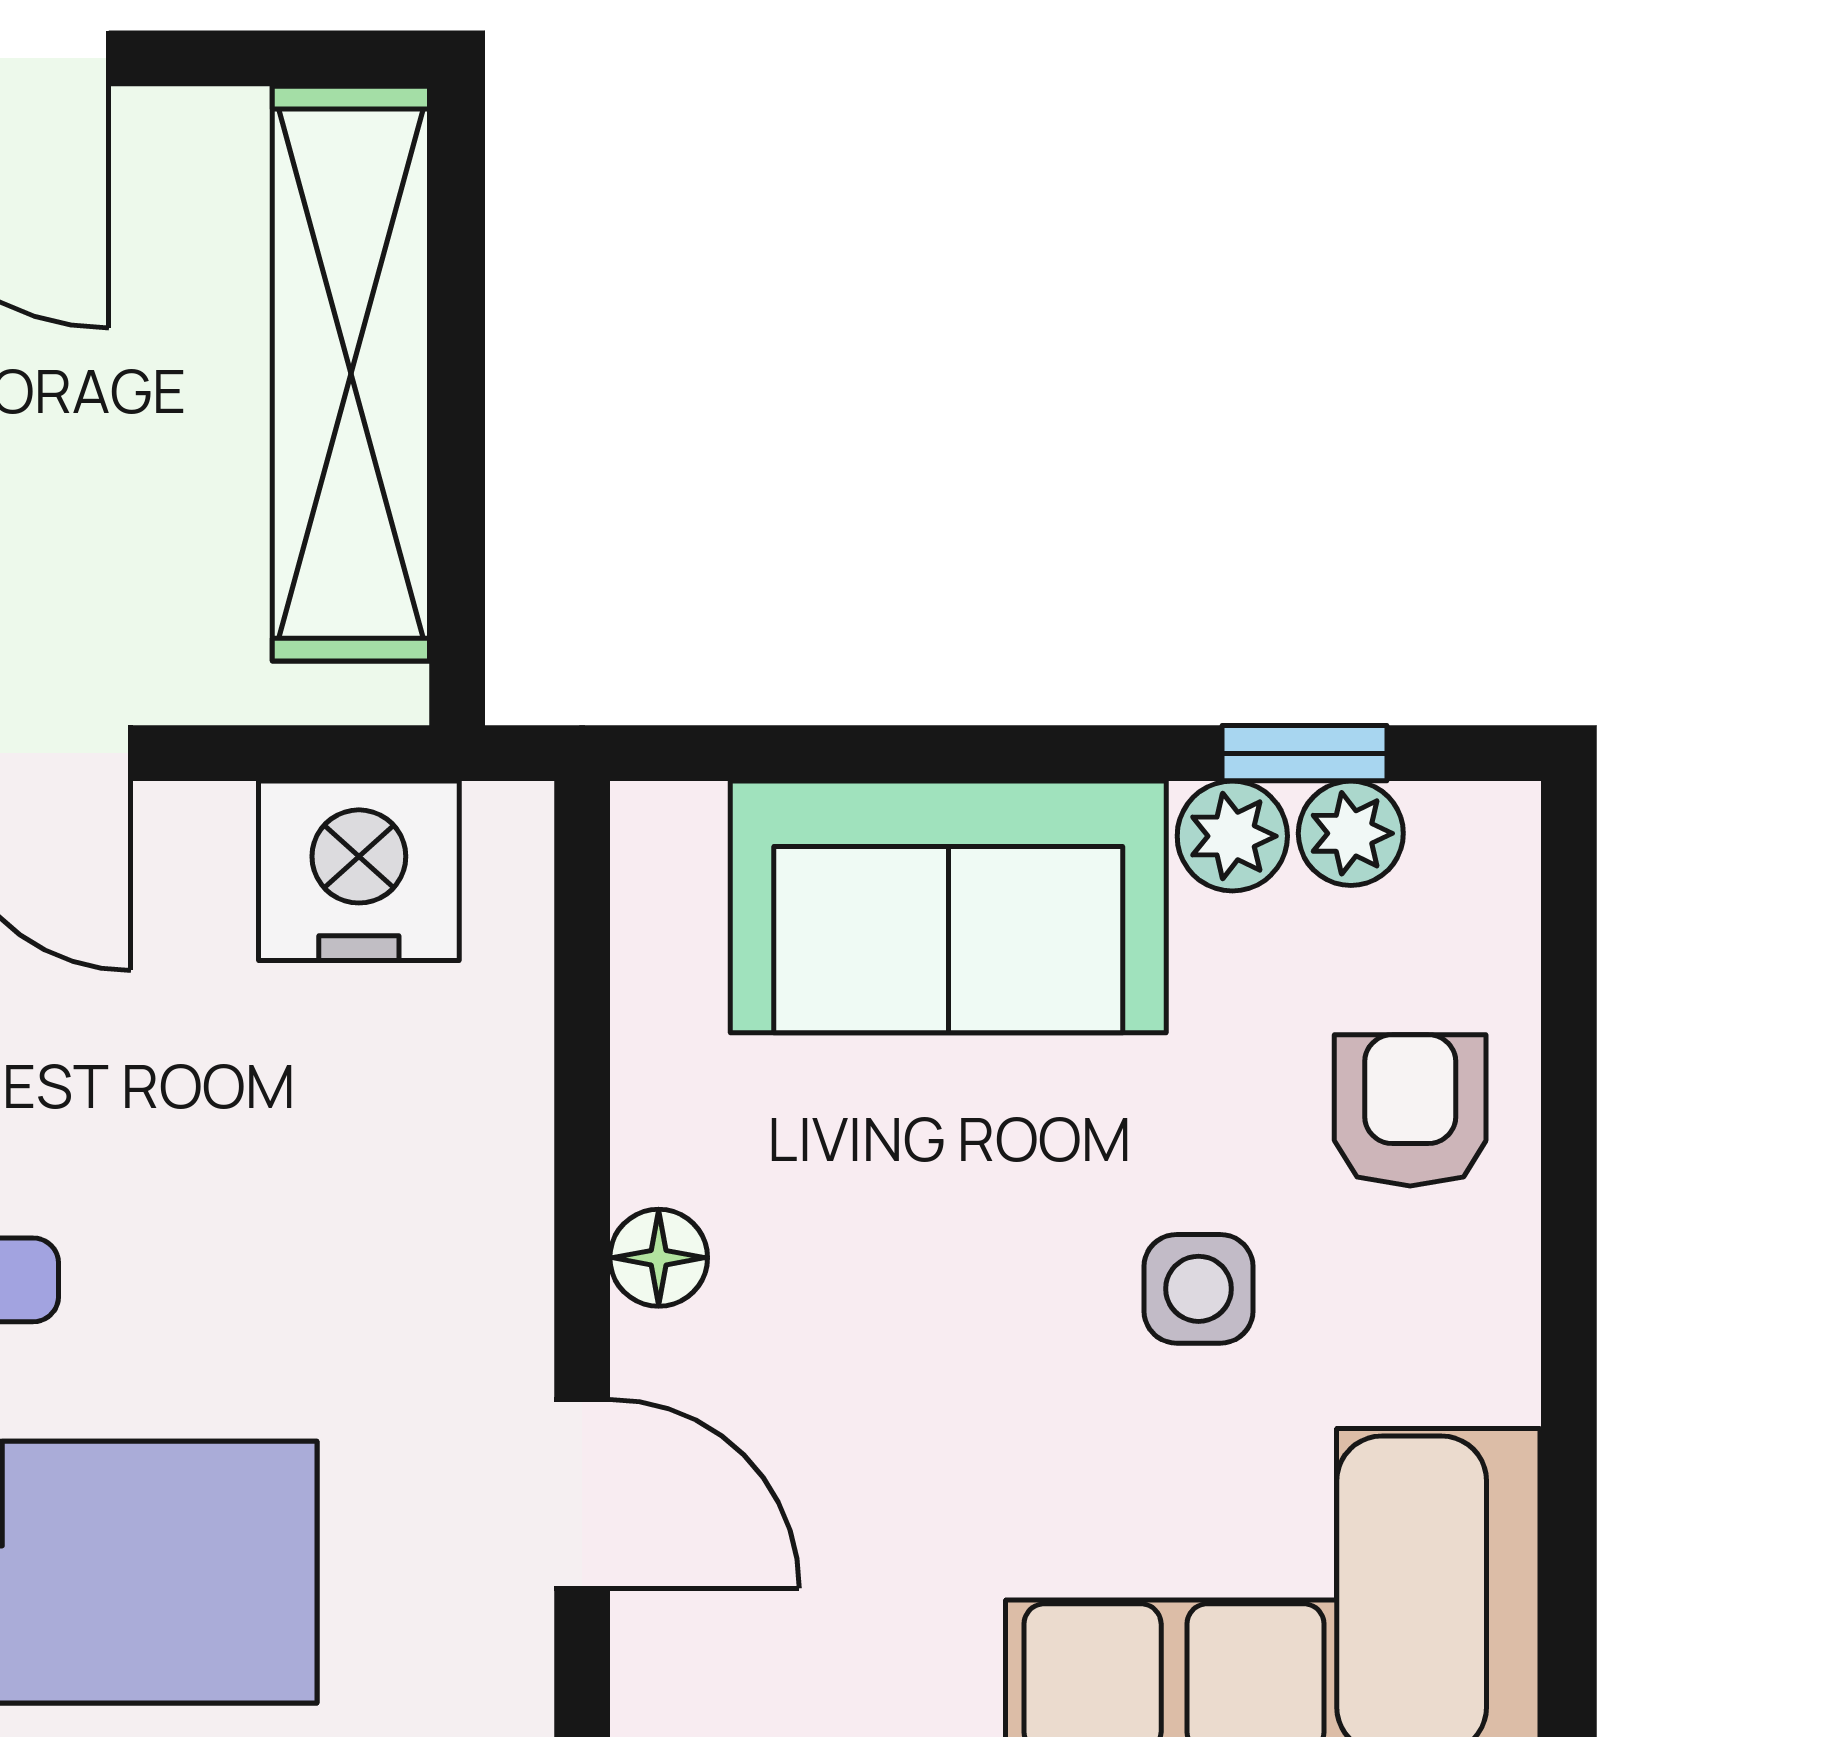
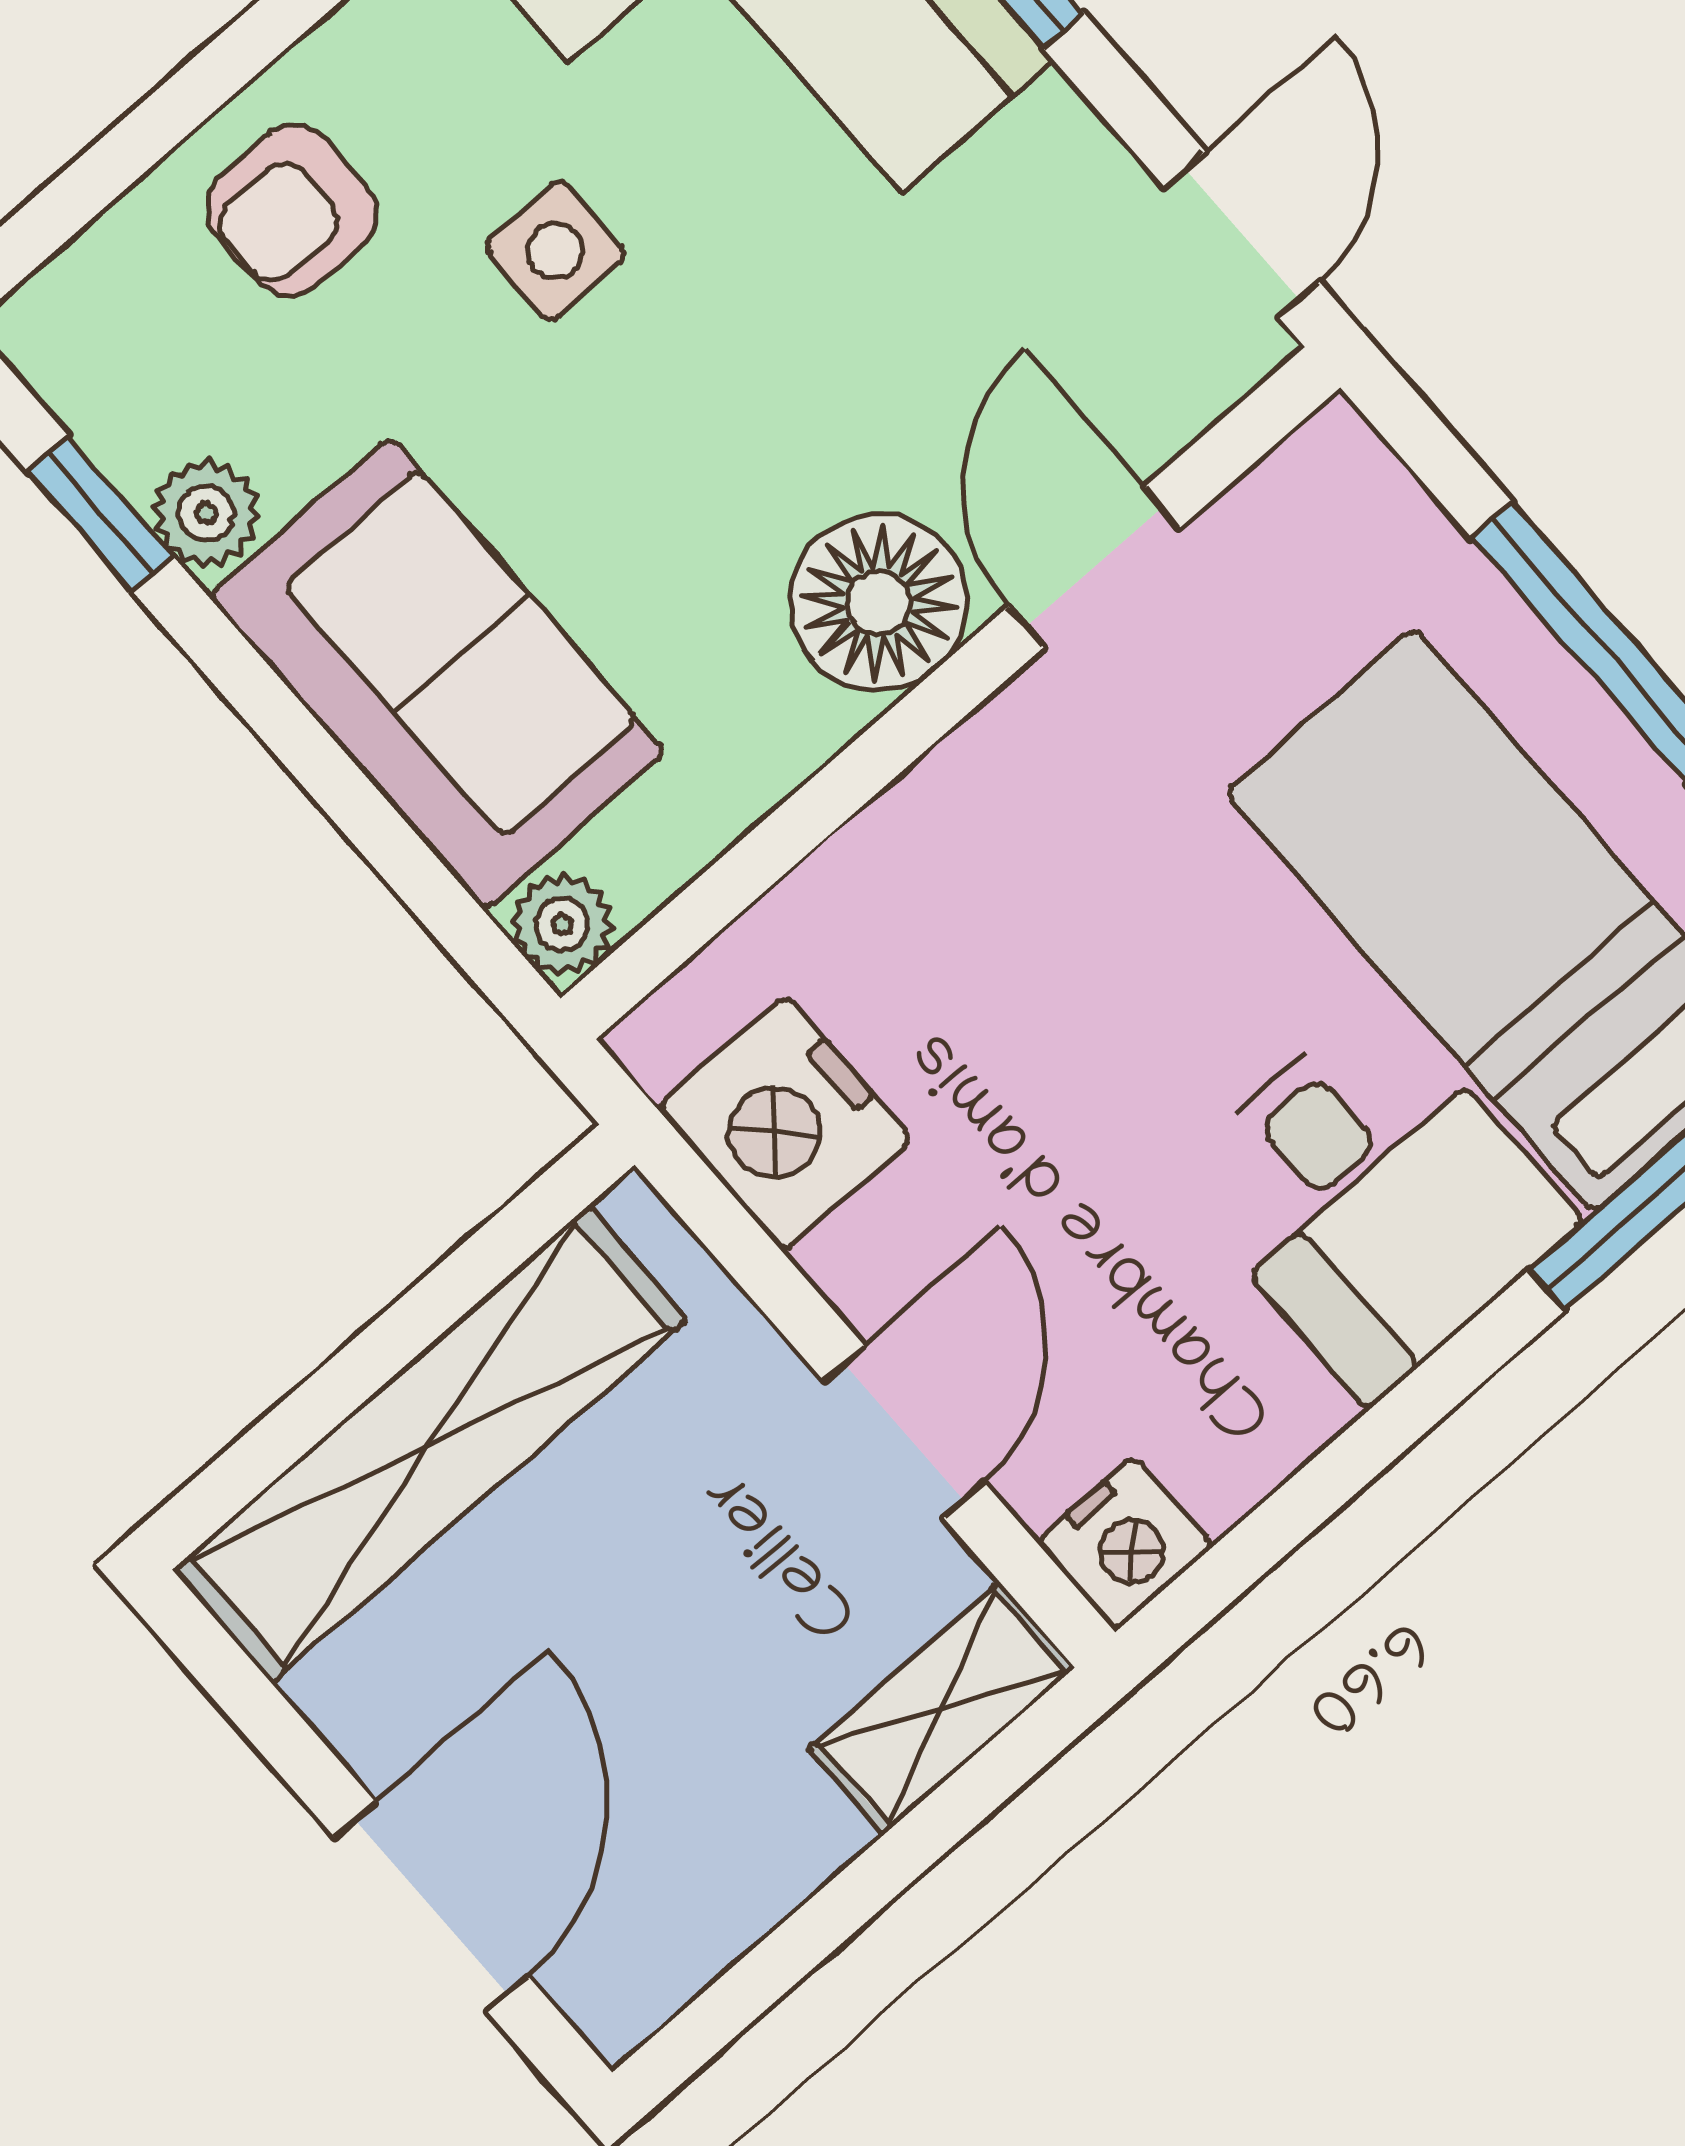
plant: (1351, 833) -> (562, 924), moved
floor lamp: (659, 1258) -> (879, 603), width x1.89, depth x1.89

